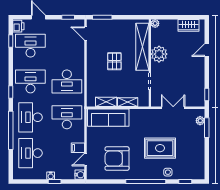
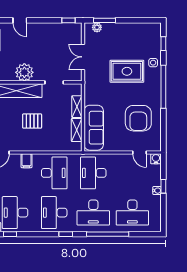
filing cabinet: (78, 148) -> (26, 161), moved
rug: (160, 148) -> (127, 71), turned 90

